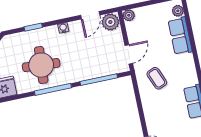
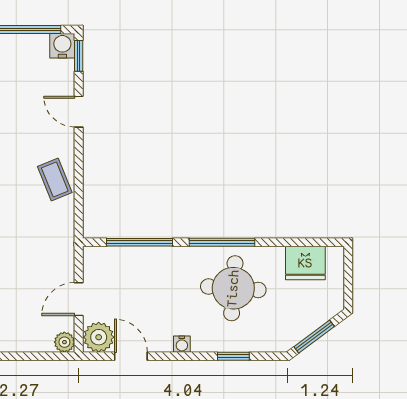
door: (90, 15) -> (131, 356), hinge flipped
door: (129, 54) -> (79, 299), moved
coffee table: (157, 78) -> (55, 180), moved

